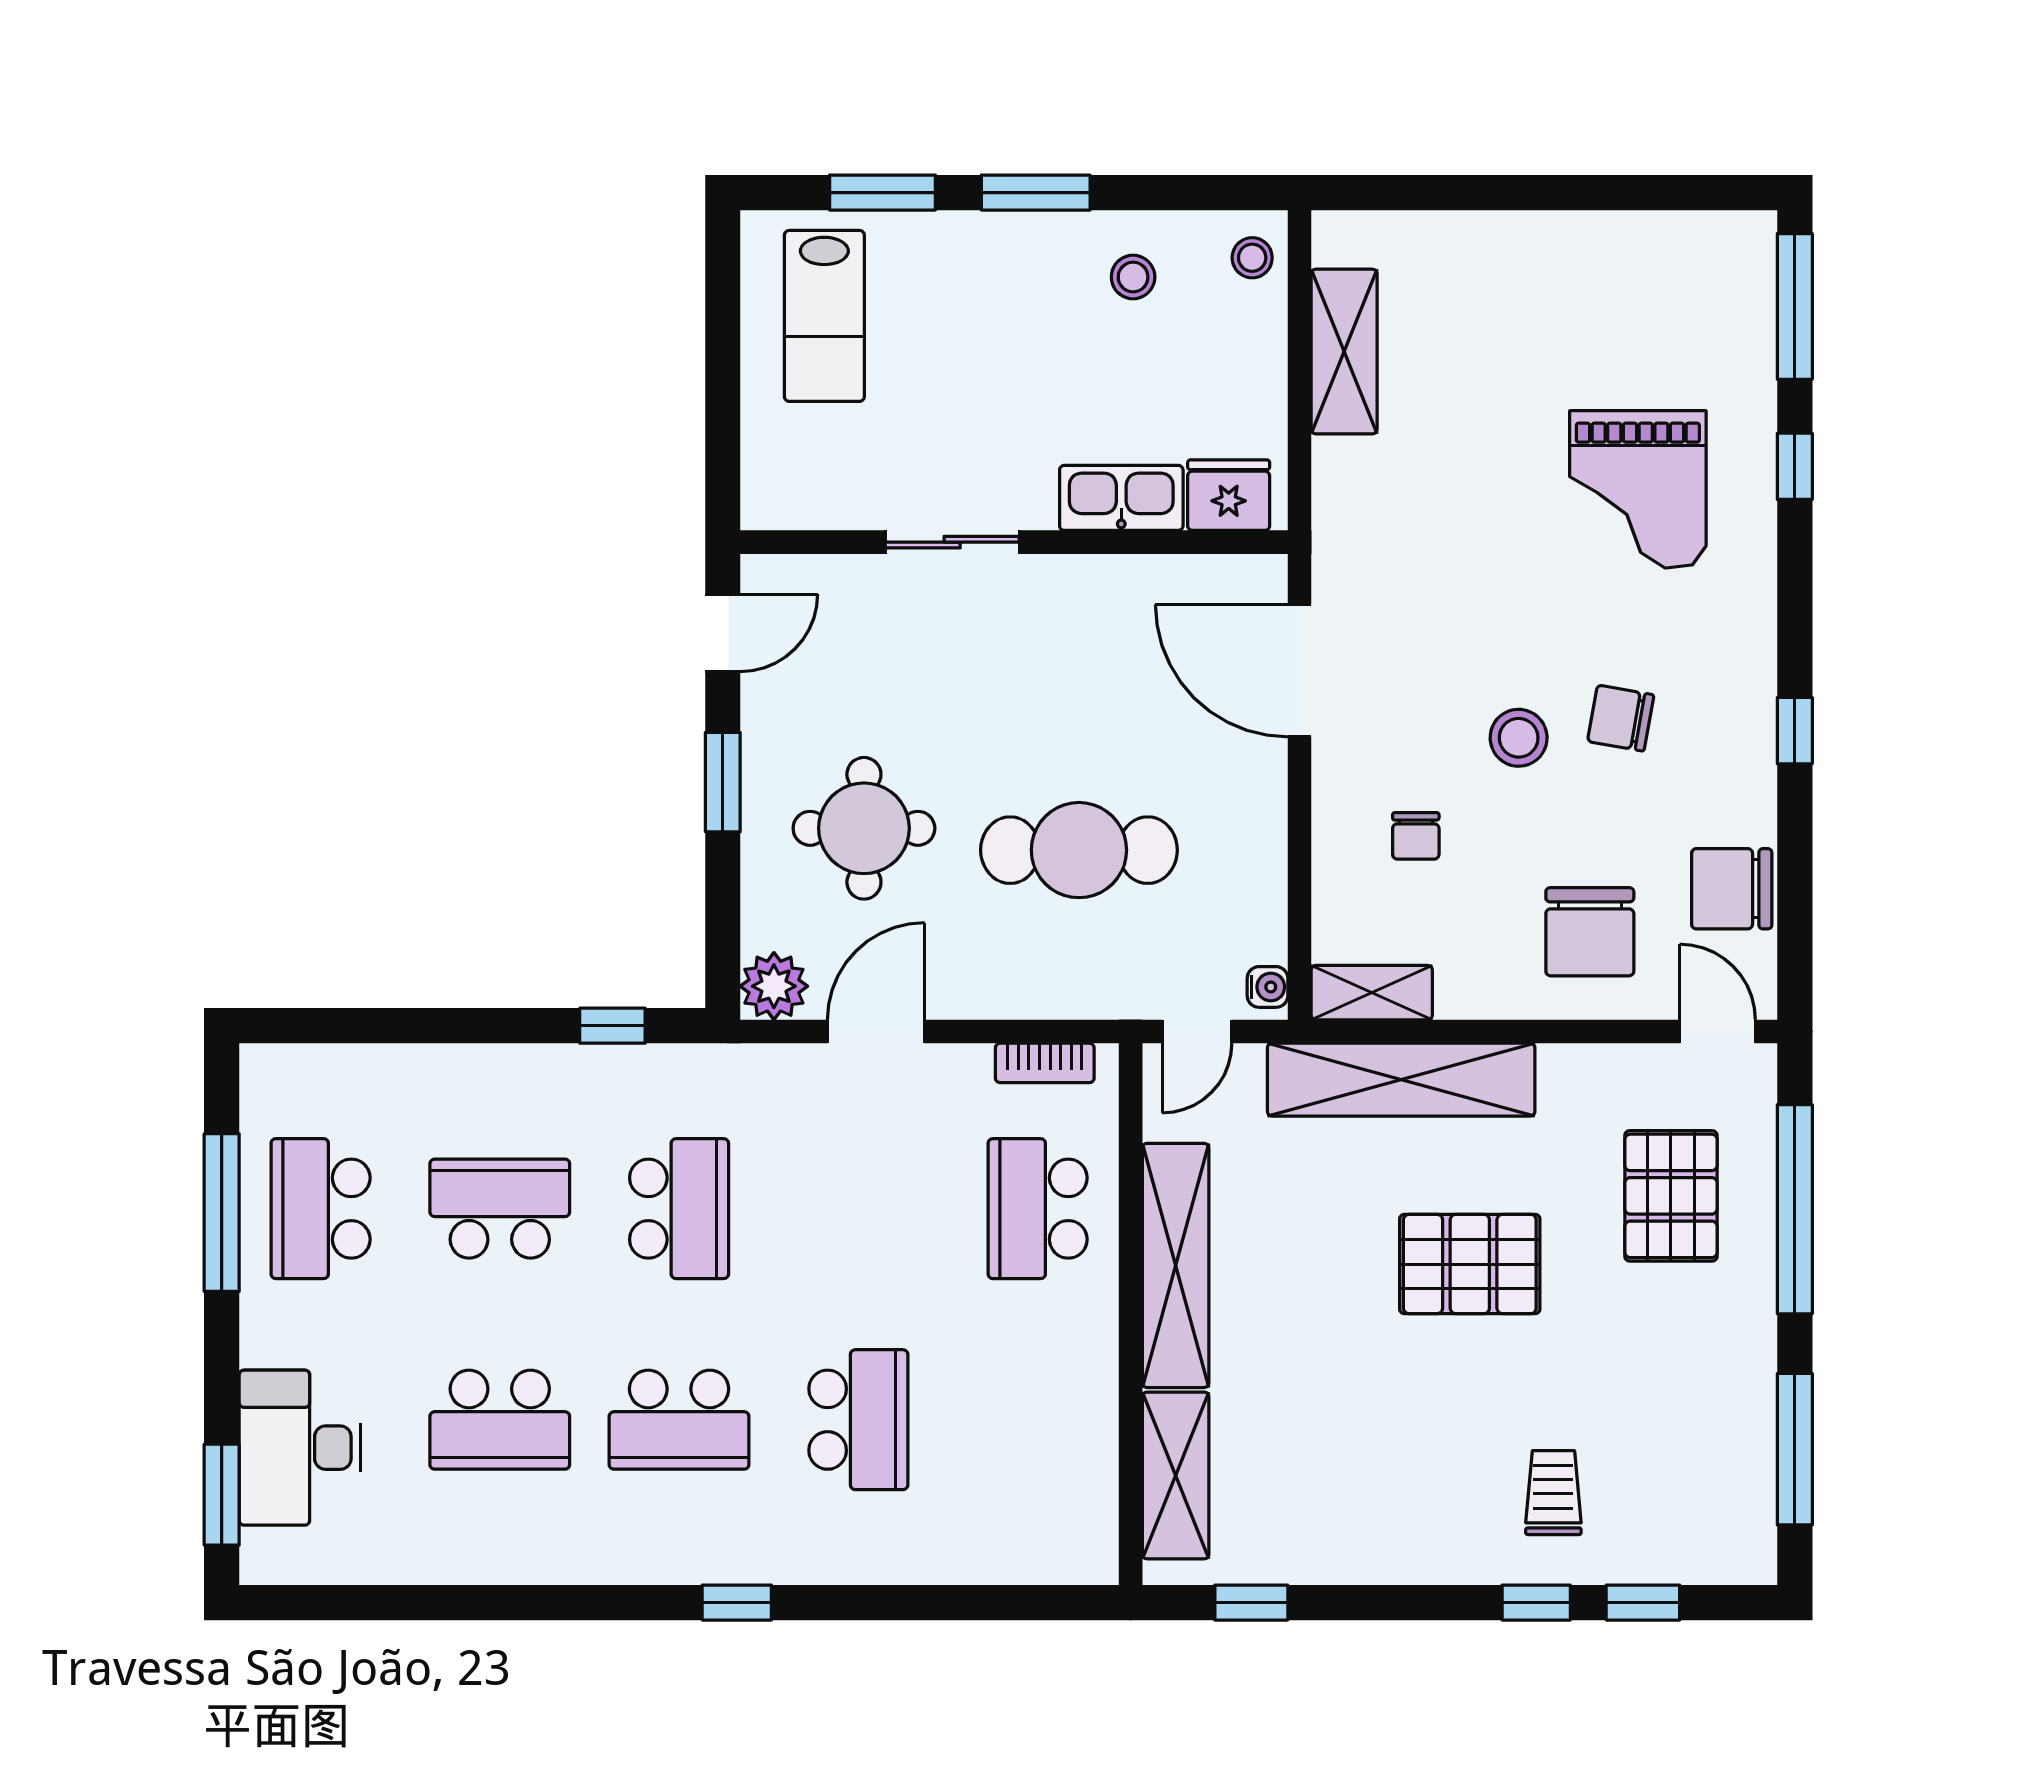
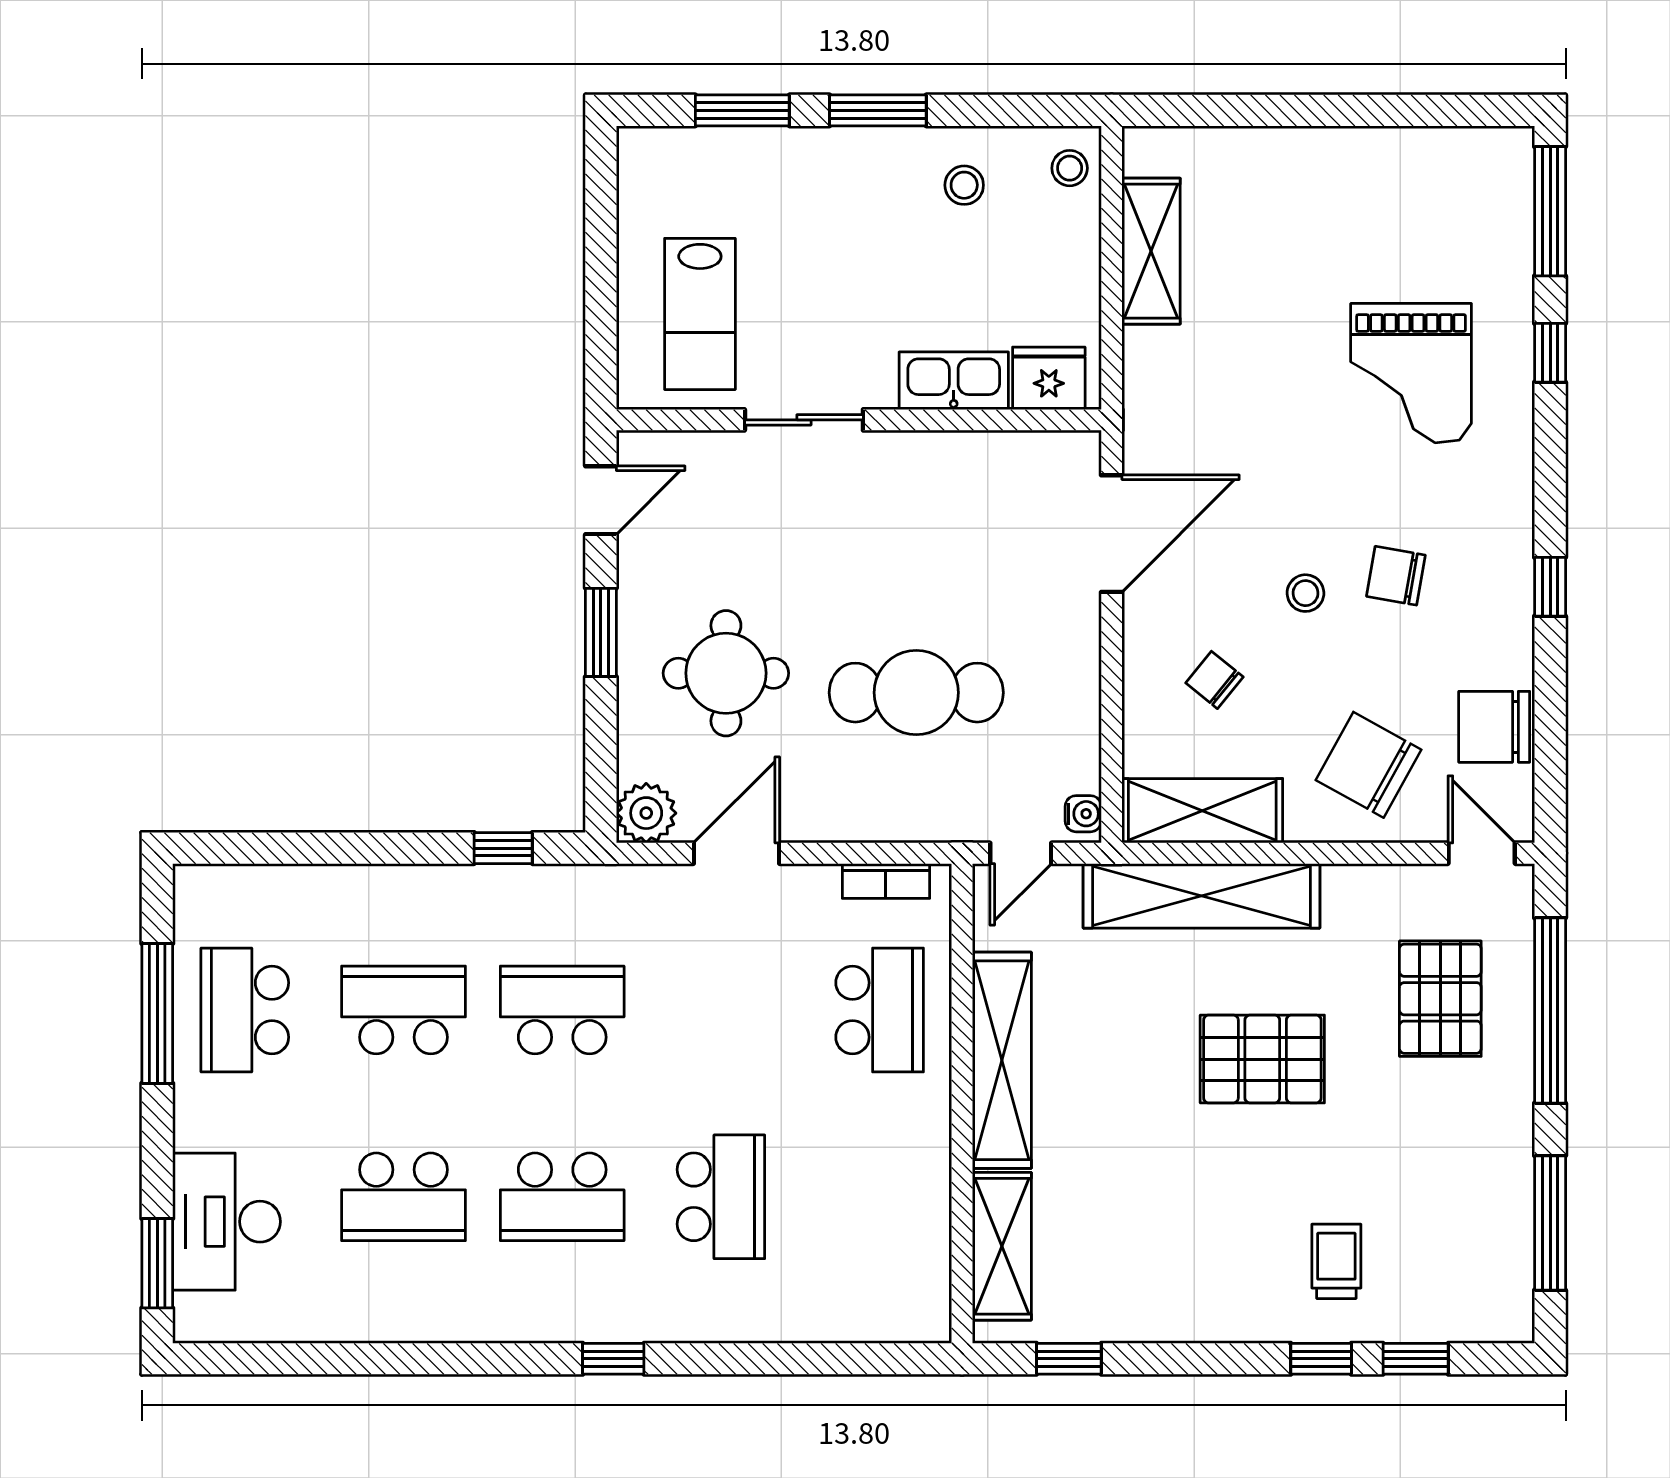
lab bench: (824, 316) -> (700, 314), moved
door: (1300, 671) -> (1112, 534), swing flipped
stool: (1519, 738) -> (1305, 593), width x0.73, depth x0.73
chair: (1416, 836) -> (1214, 680), turned 129
chair: (1590, 932) -> (1369, 765), turned 119
shelving: (1372, 993) -> (1202, 811), width x1.50, depth x1.33
school desk: (679, 1209) -> (562, 1010), turned -90
school desk: (1038, 1209) -> (880, 1010), turned 180

